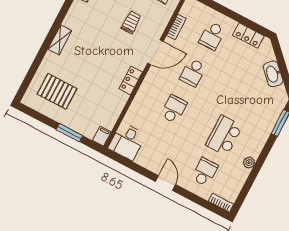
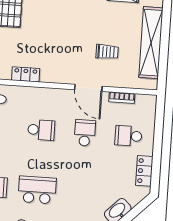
school desk: (193, 72) -> (85, 133), turned 90
locker: (131, 80) -> (26, 74), moved

